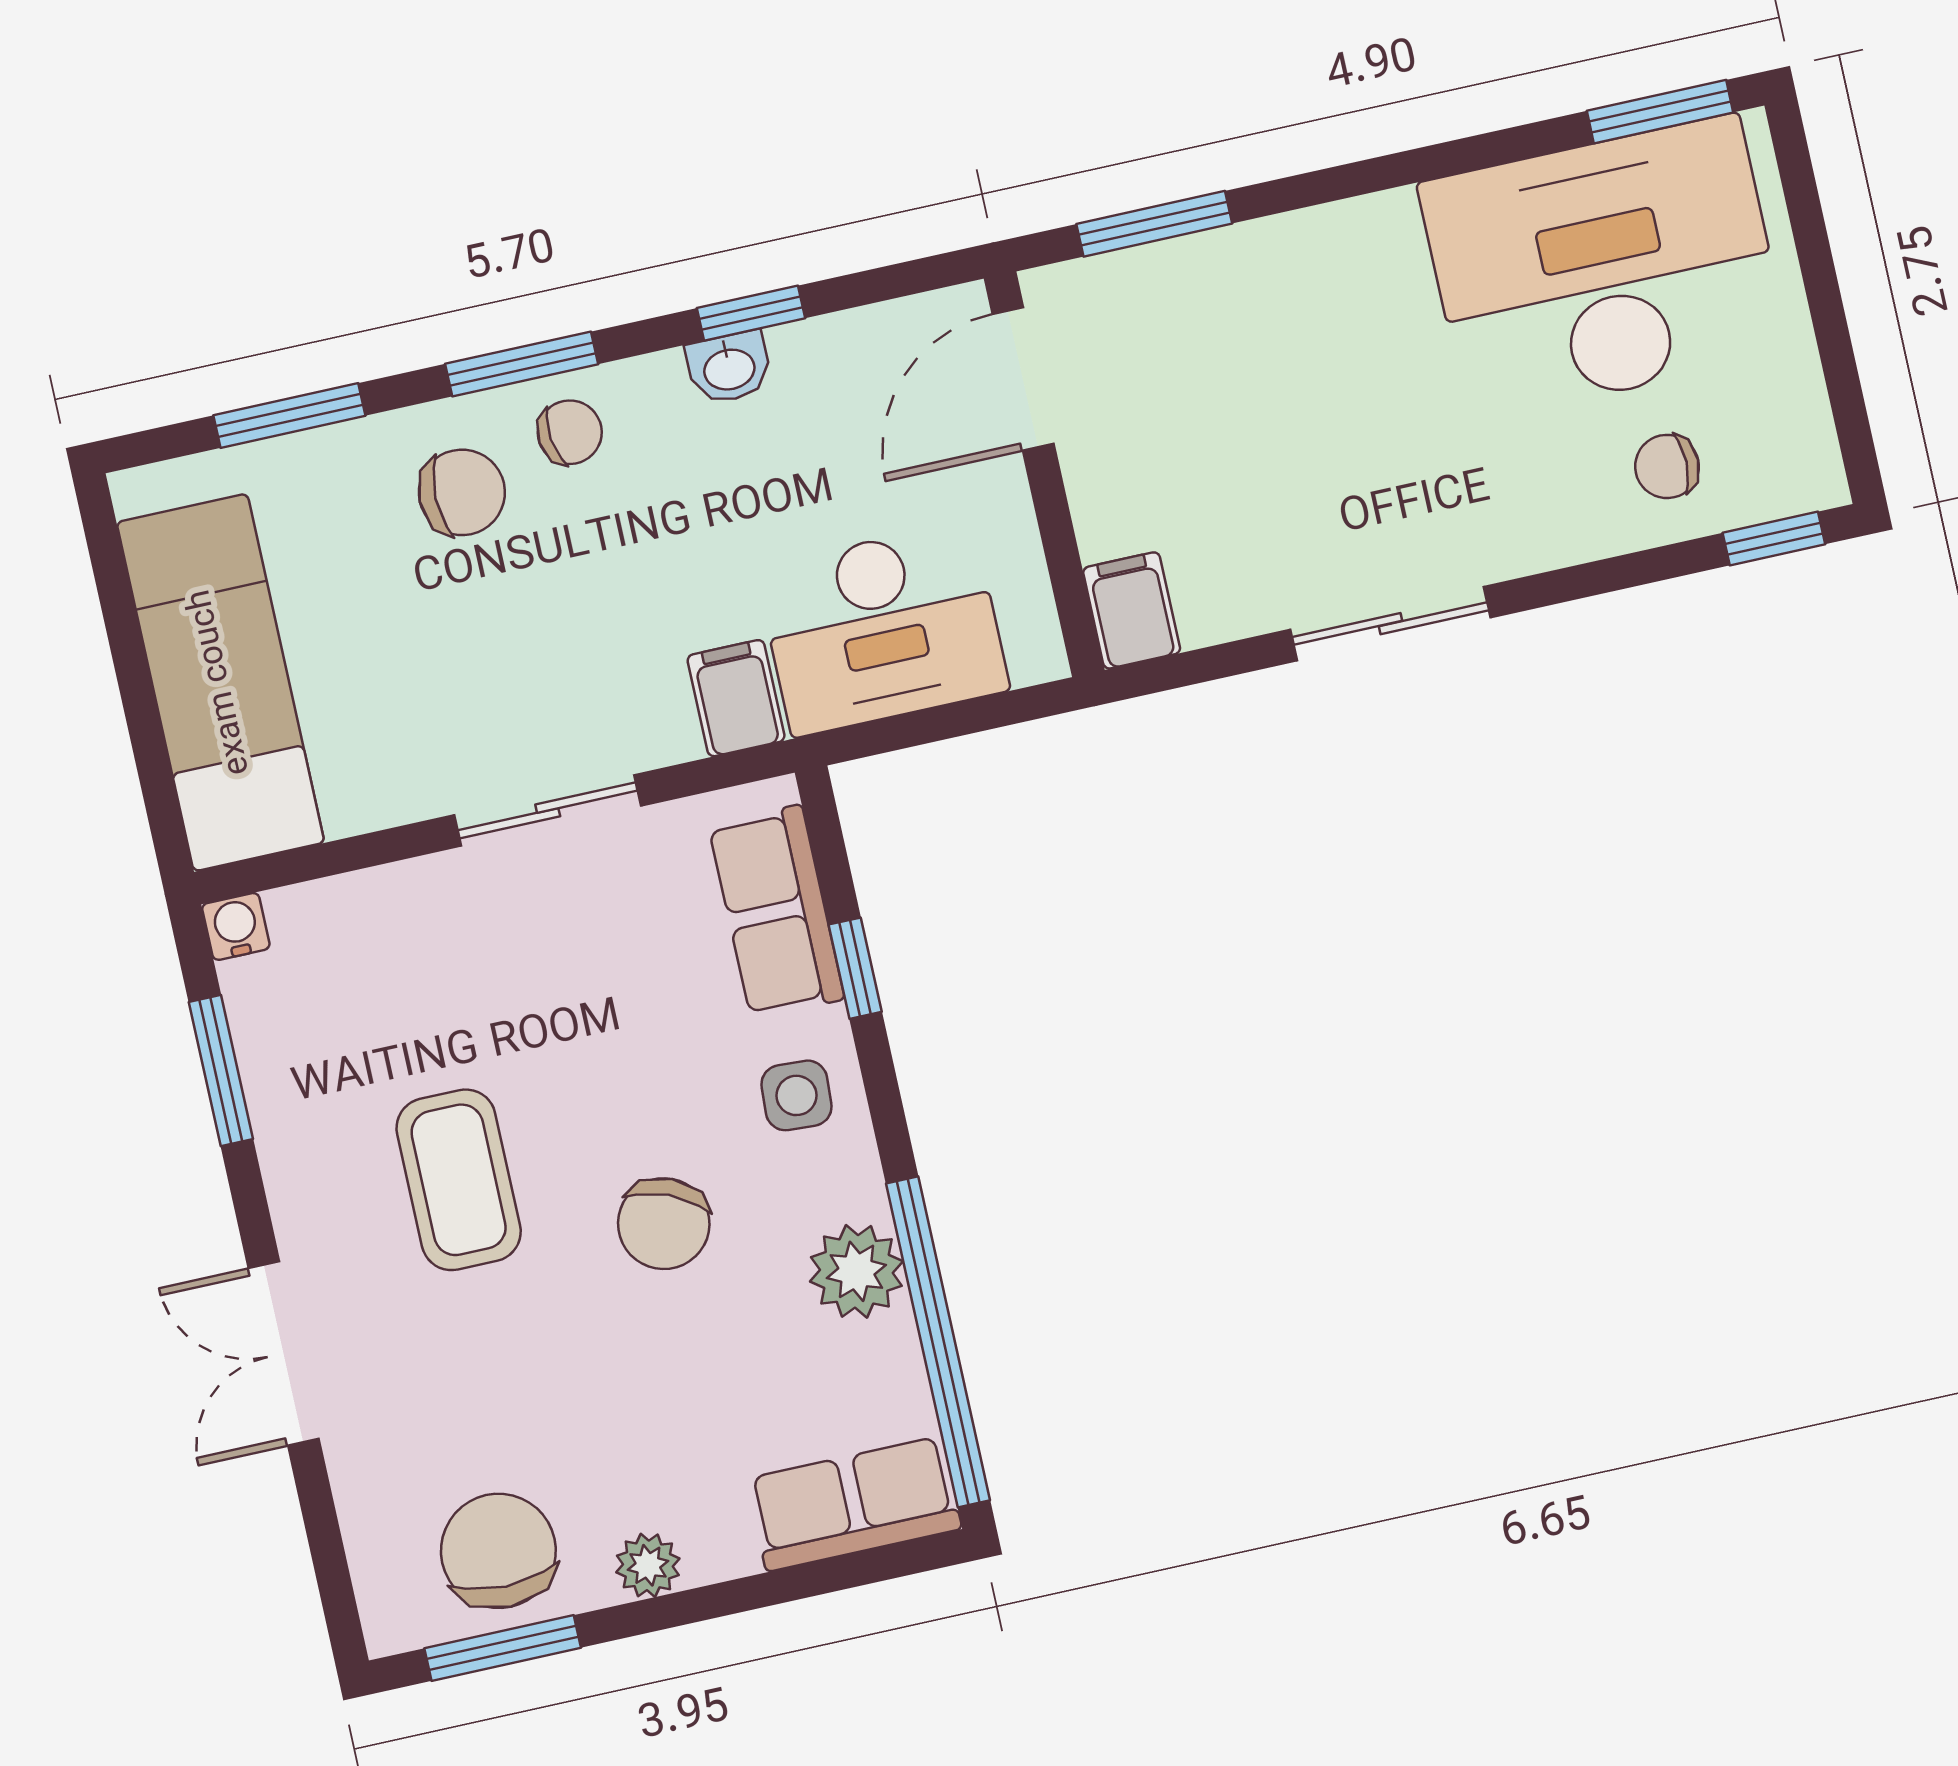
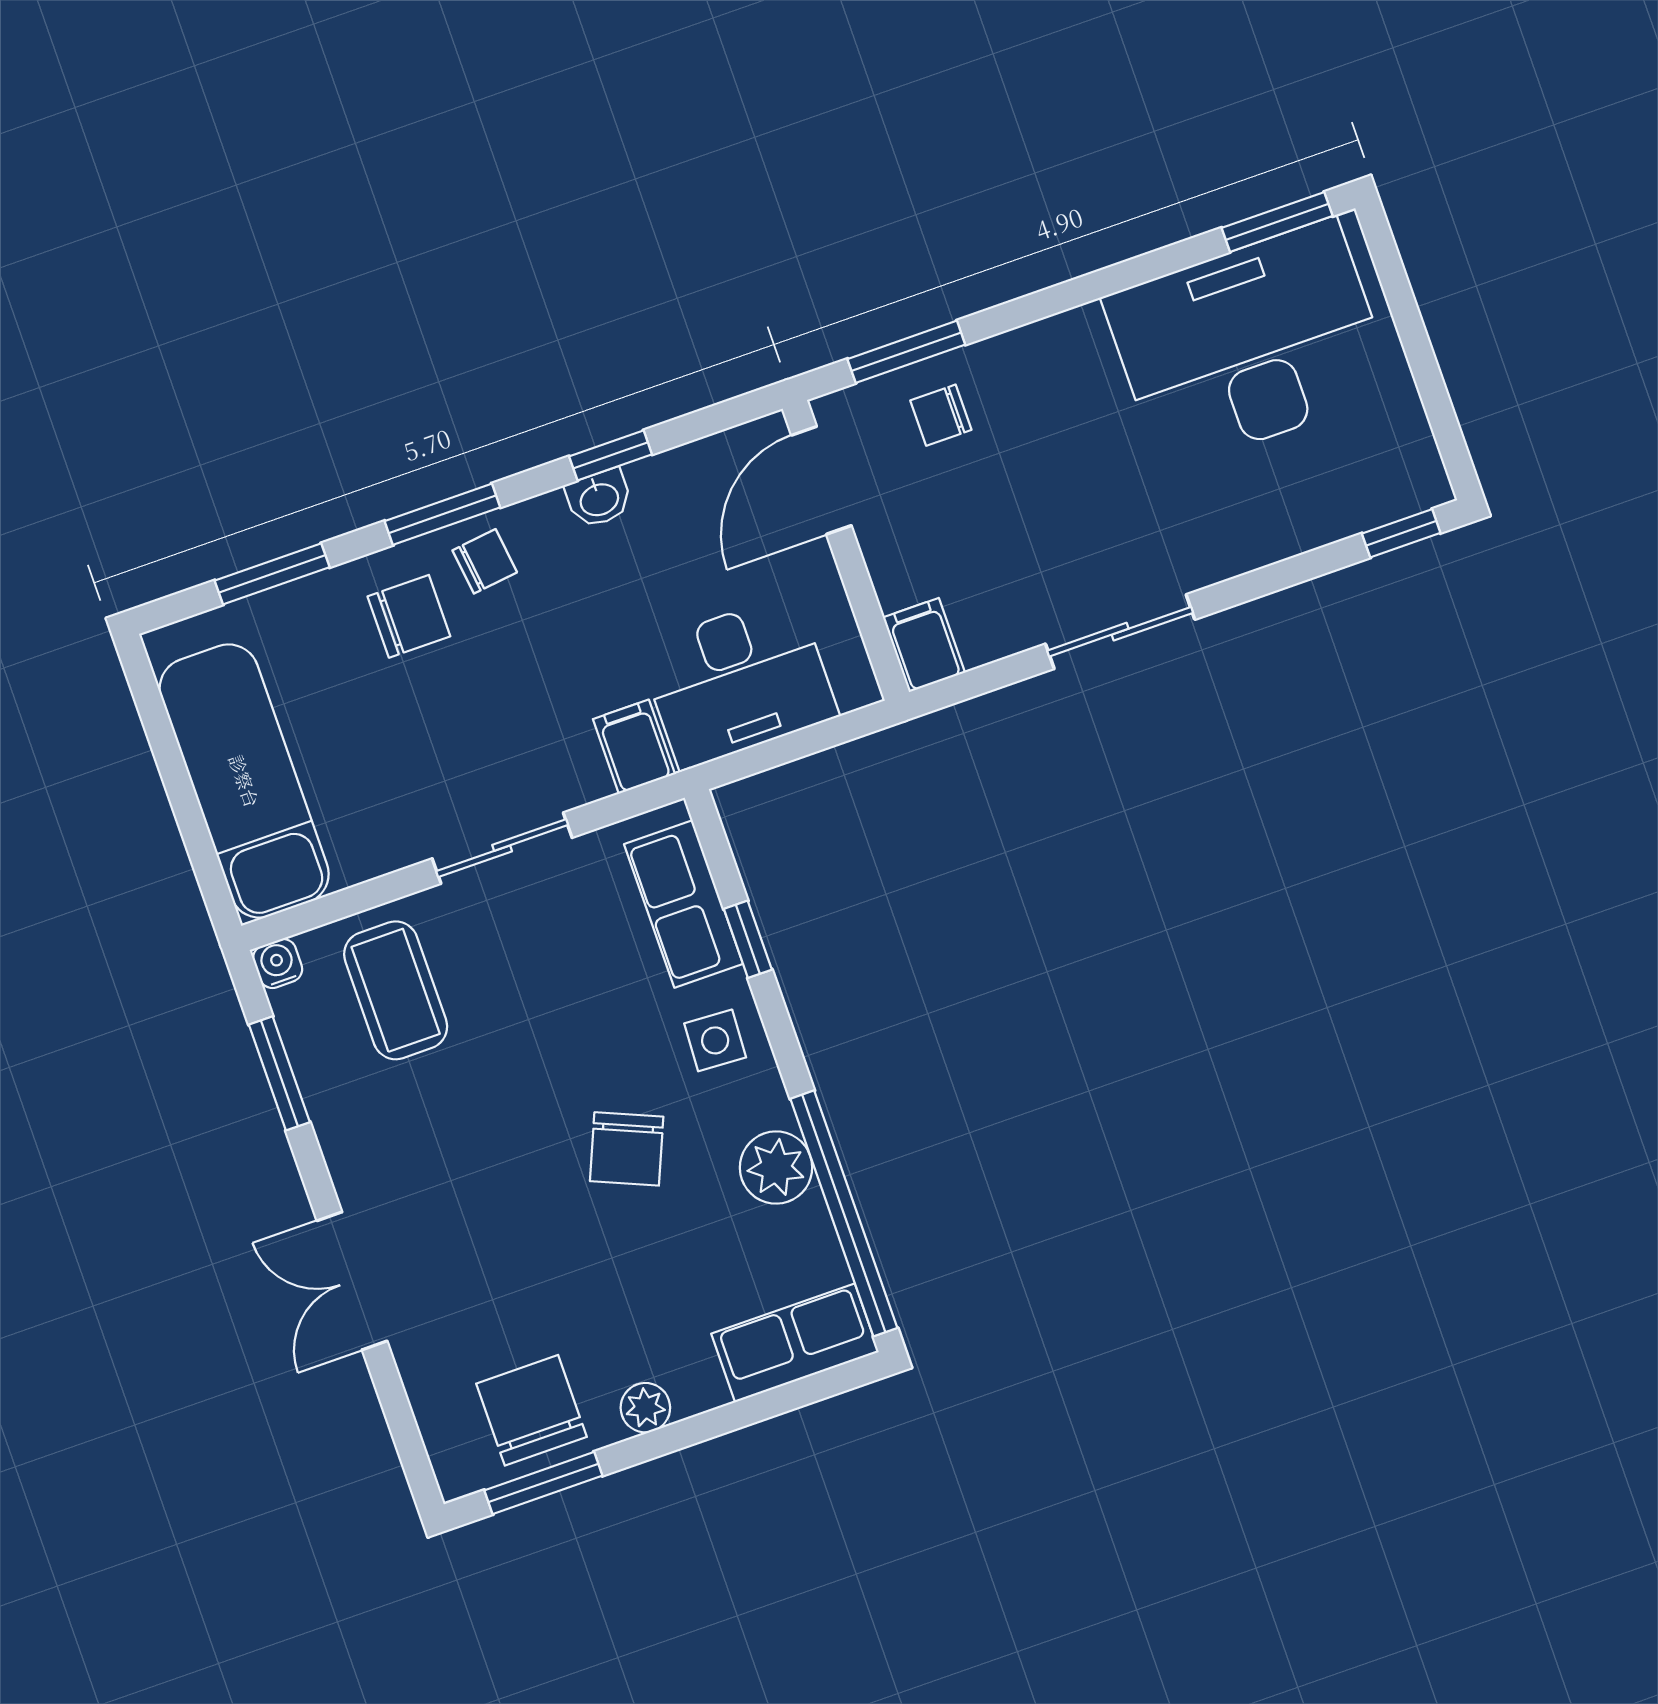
chair: (1667, 466) -> (941, 415), moved
coffee table: (459, 1180) -> (396, 990), moved

